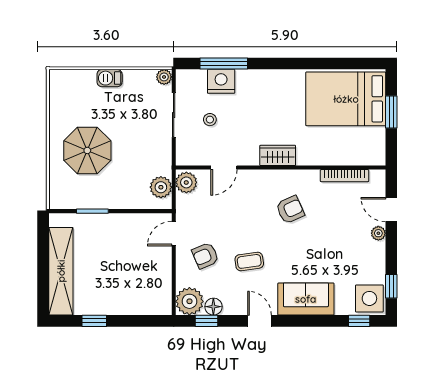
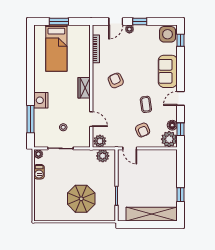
barbecue: (110, 78) -> (39, 172), moved
nightstand: (221, 81) -> (41, 100), moved
bed: (346, 99) -> (56, 48), width x0.67
window: (391, 286) -> (140, 22), moved

